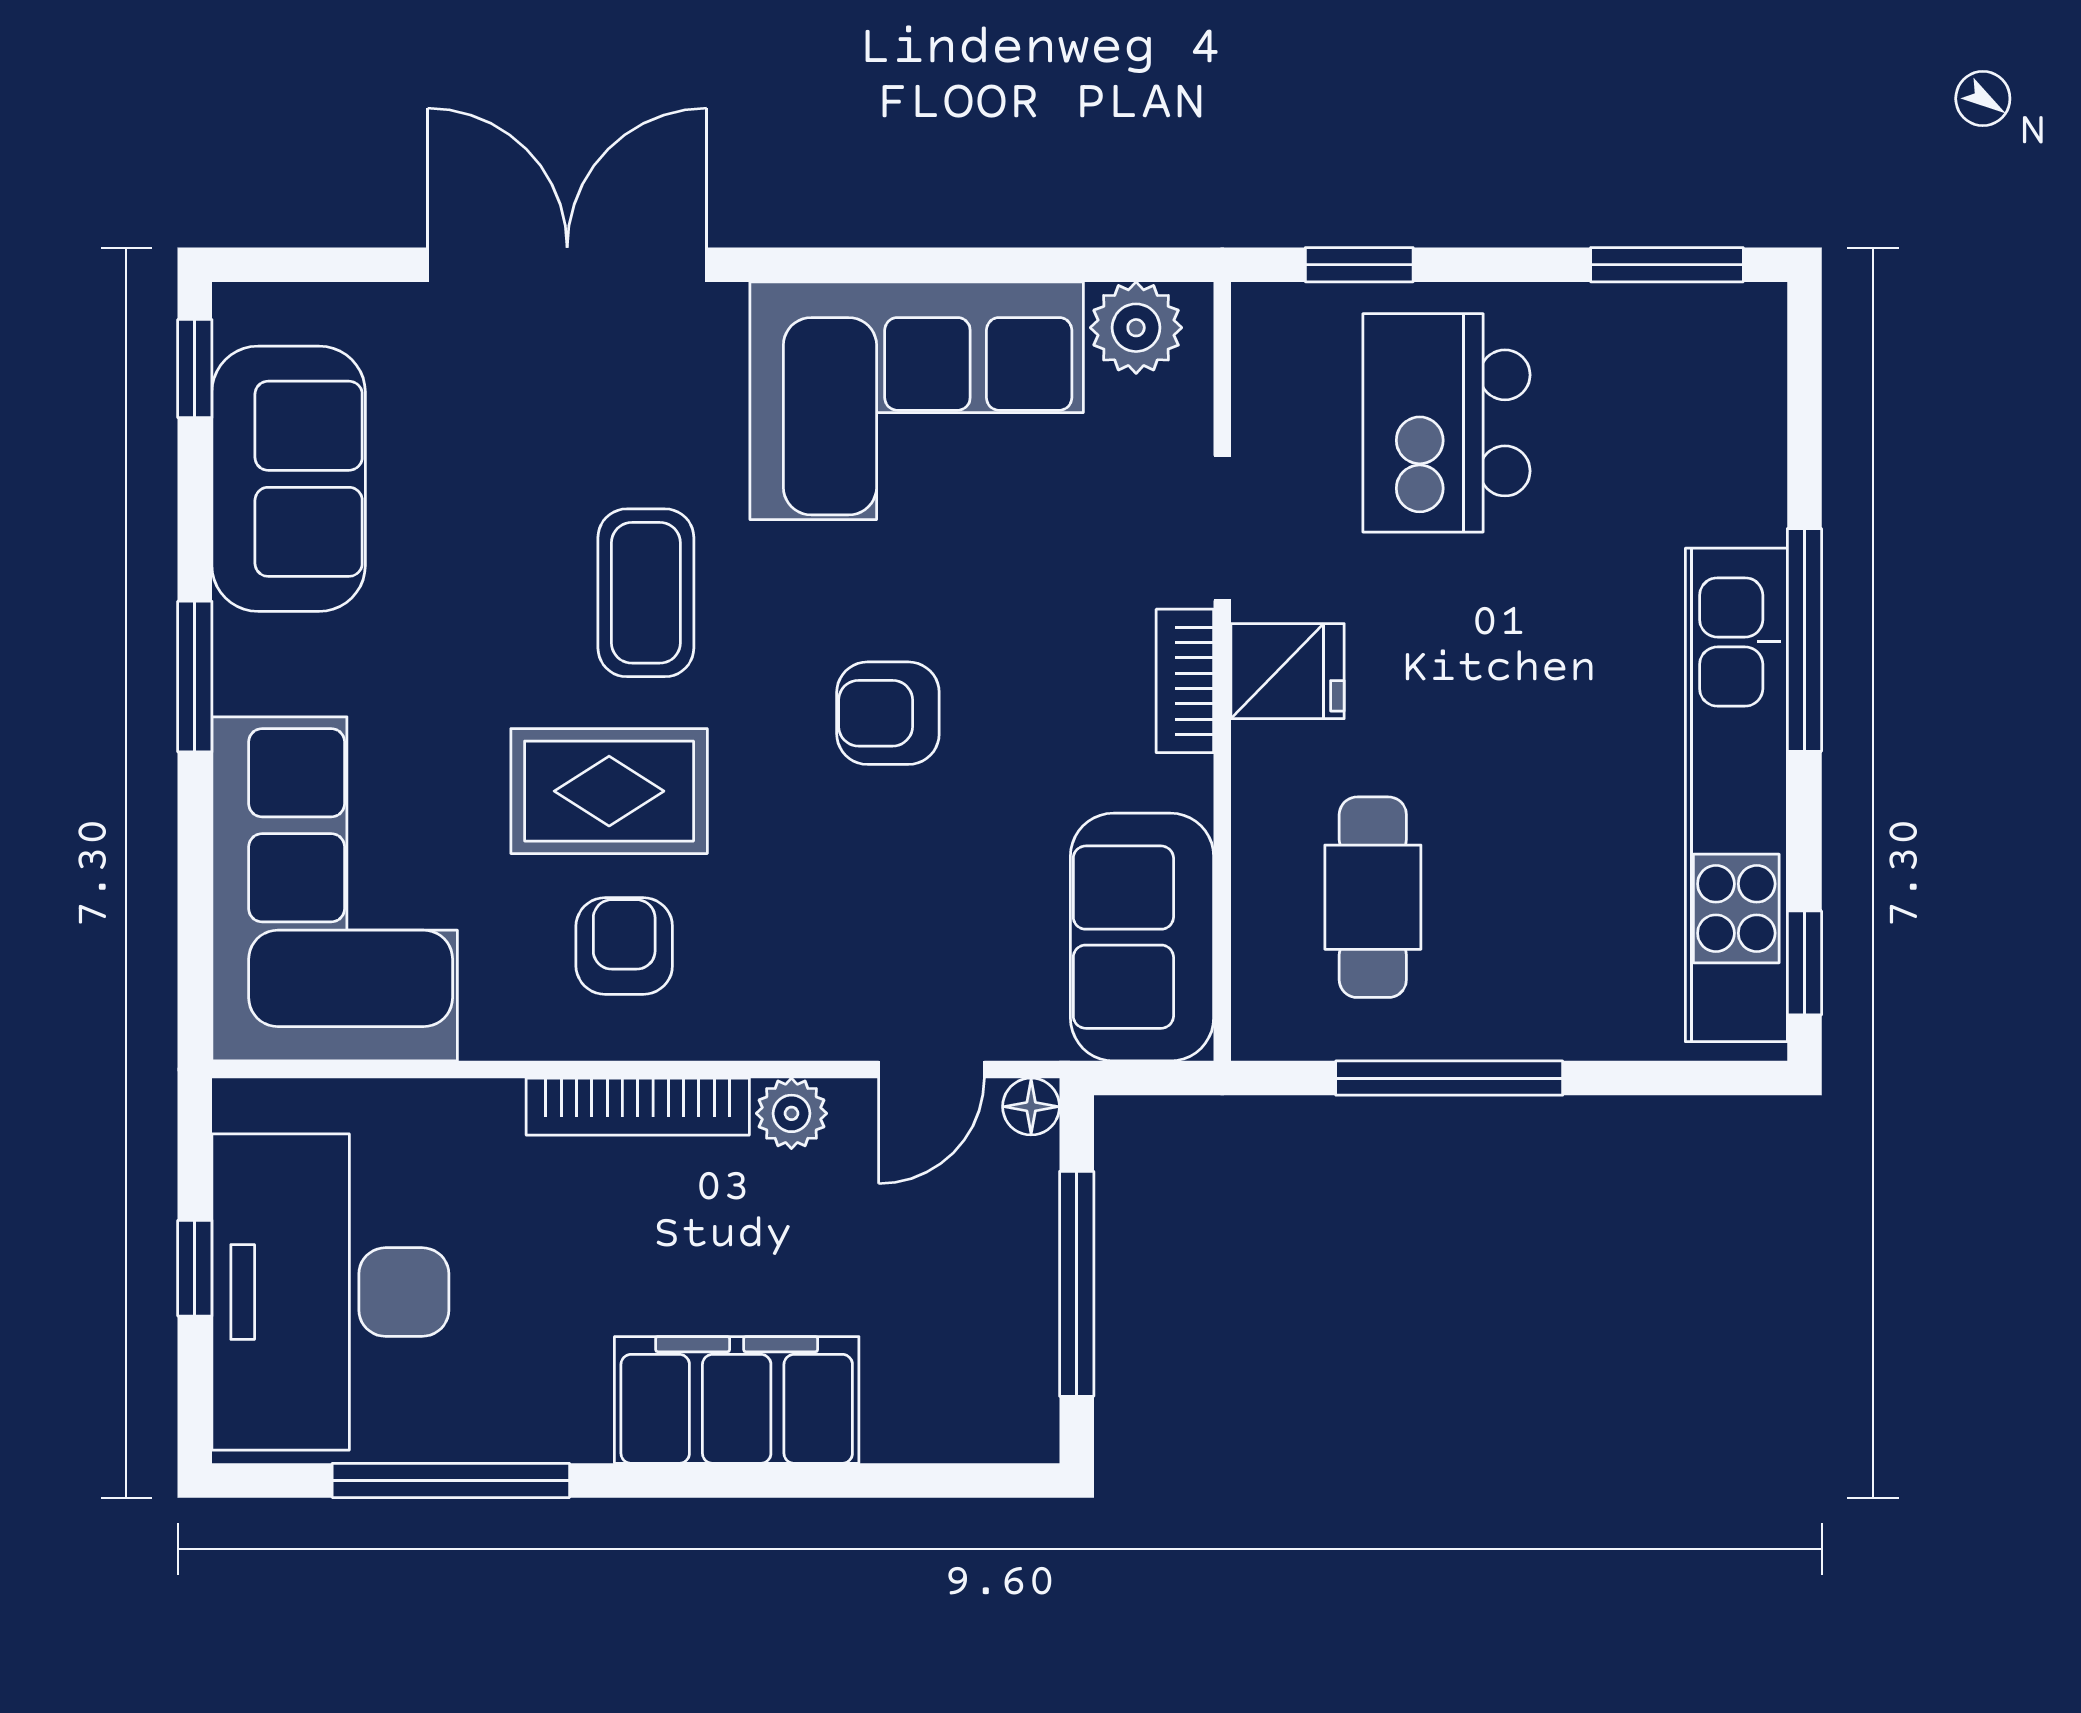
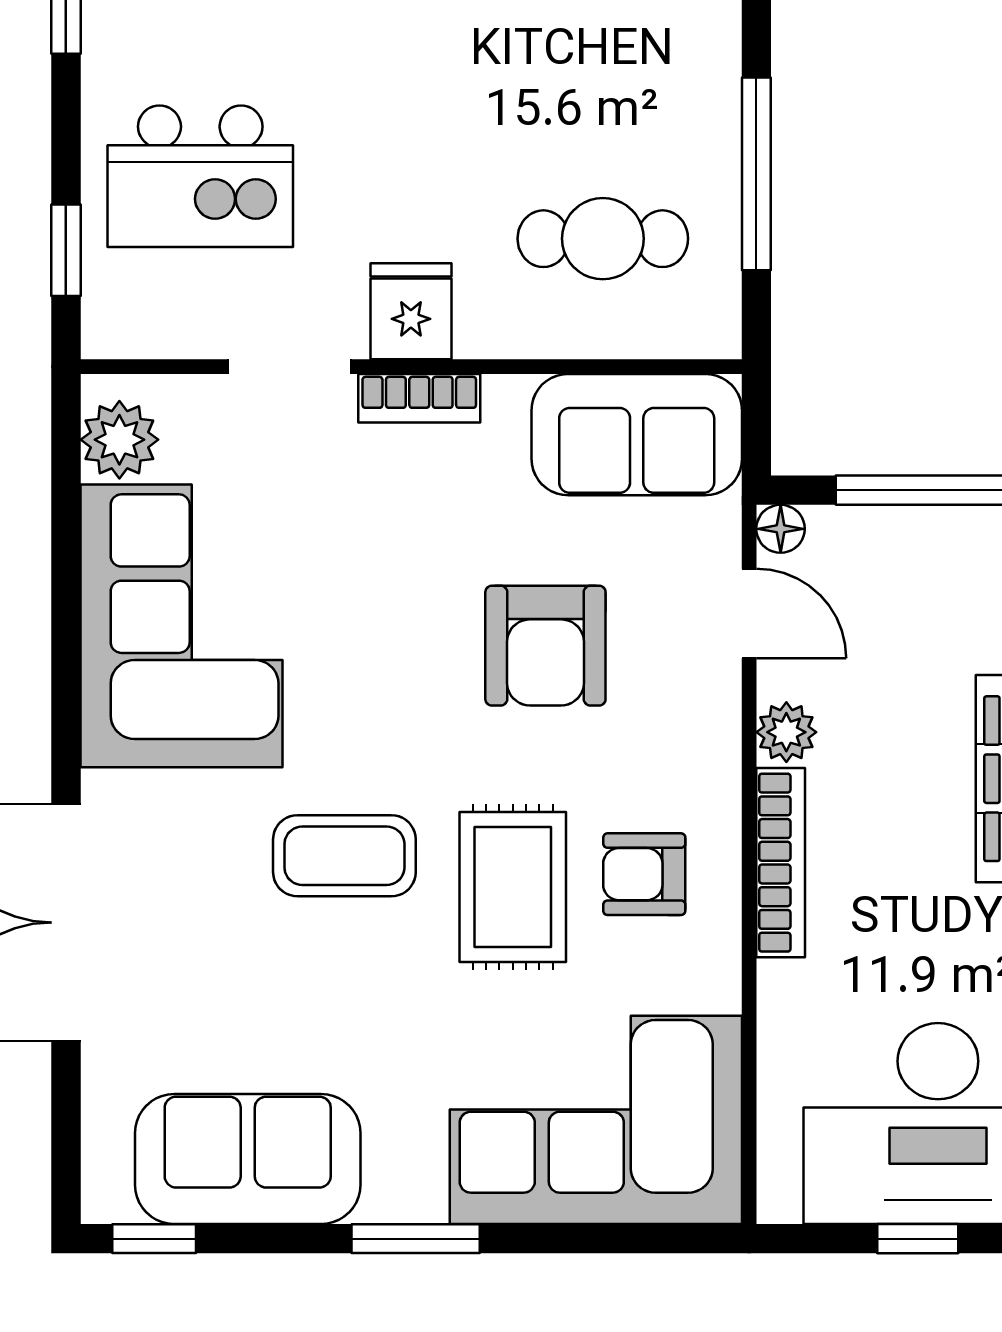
armchair: (888, 713) -> (545, 646), moved, width x1.38, depth x1.38

